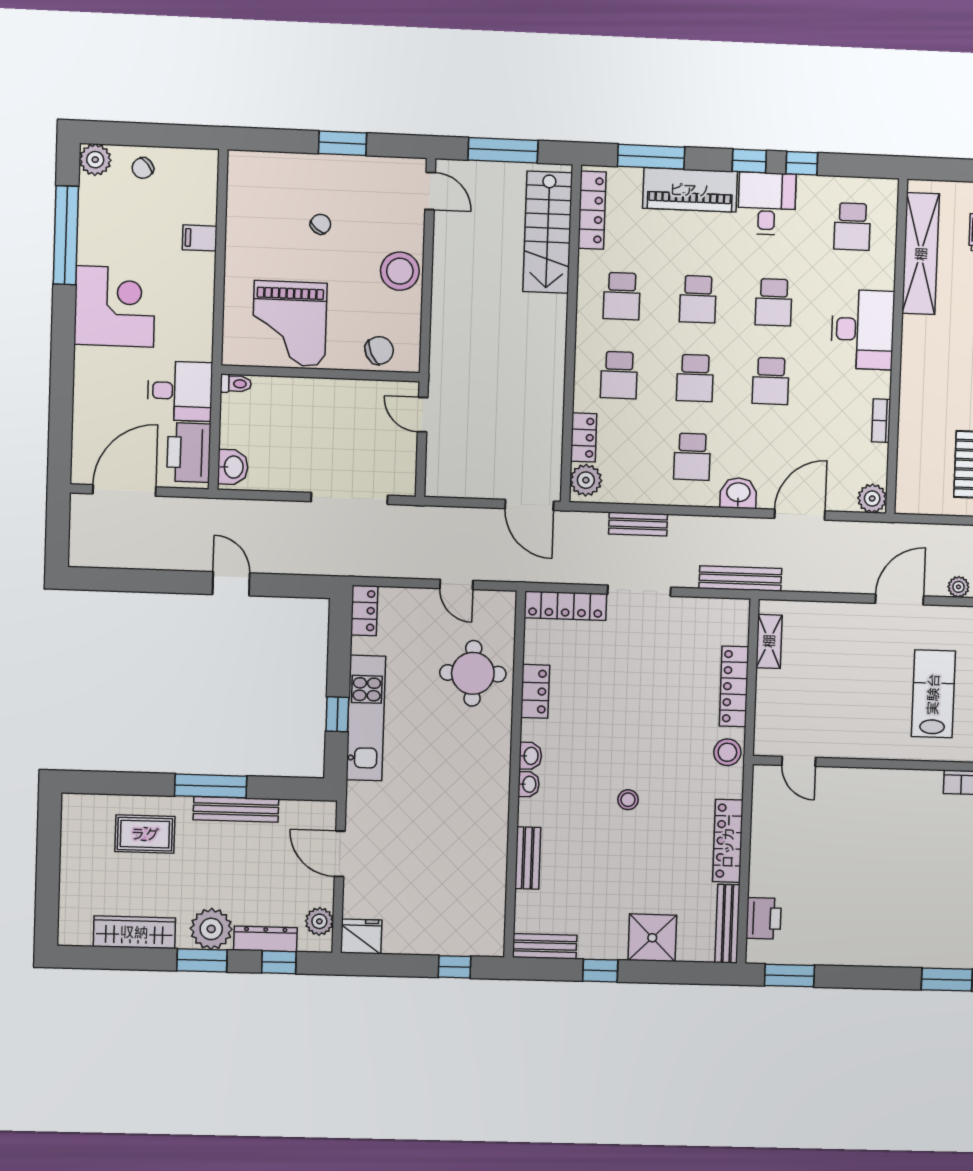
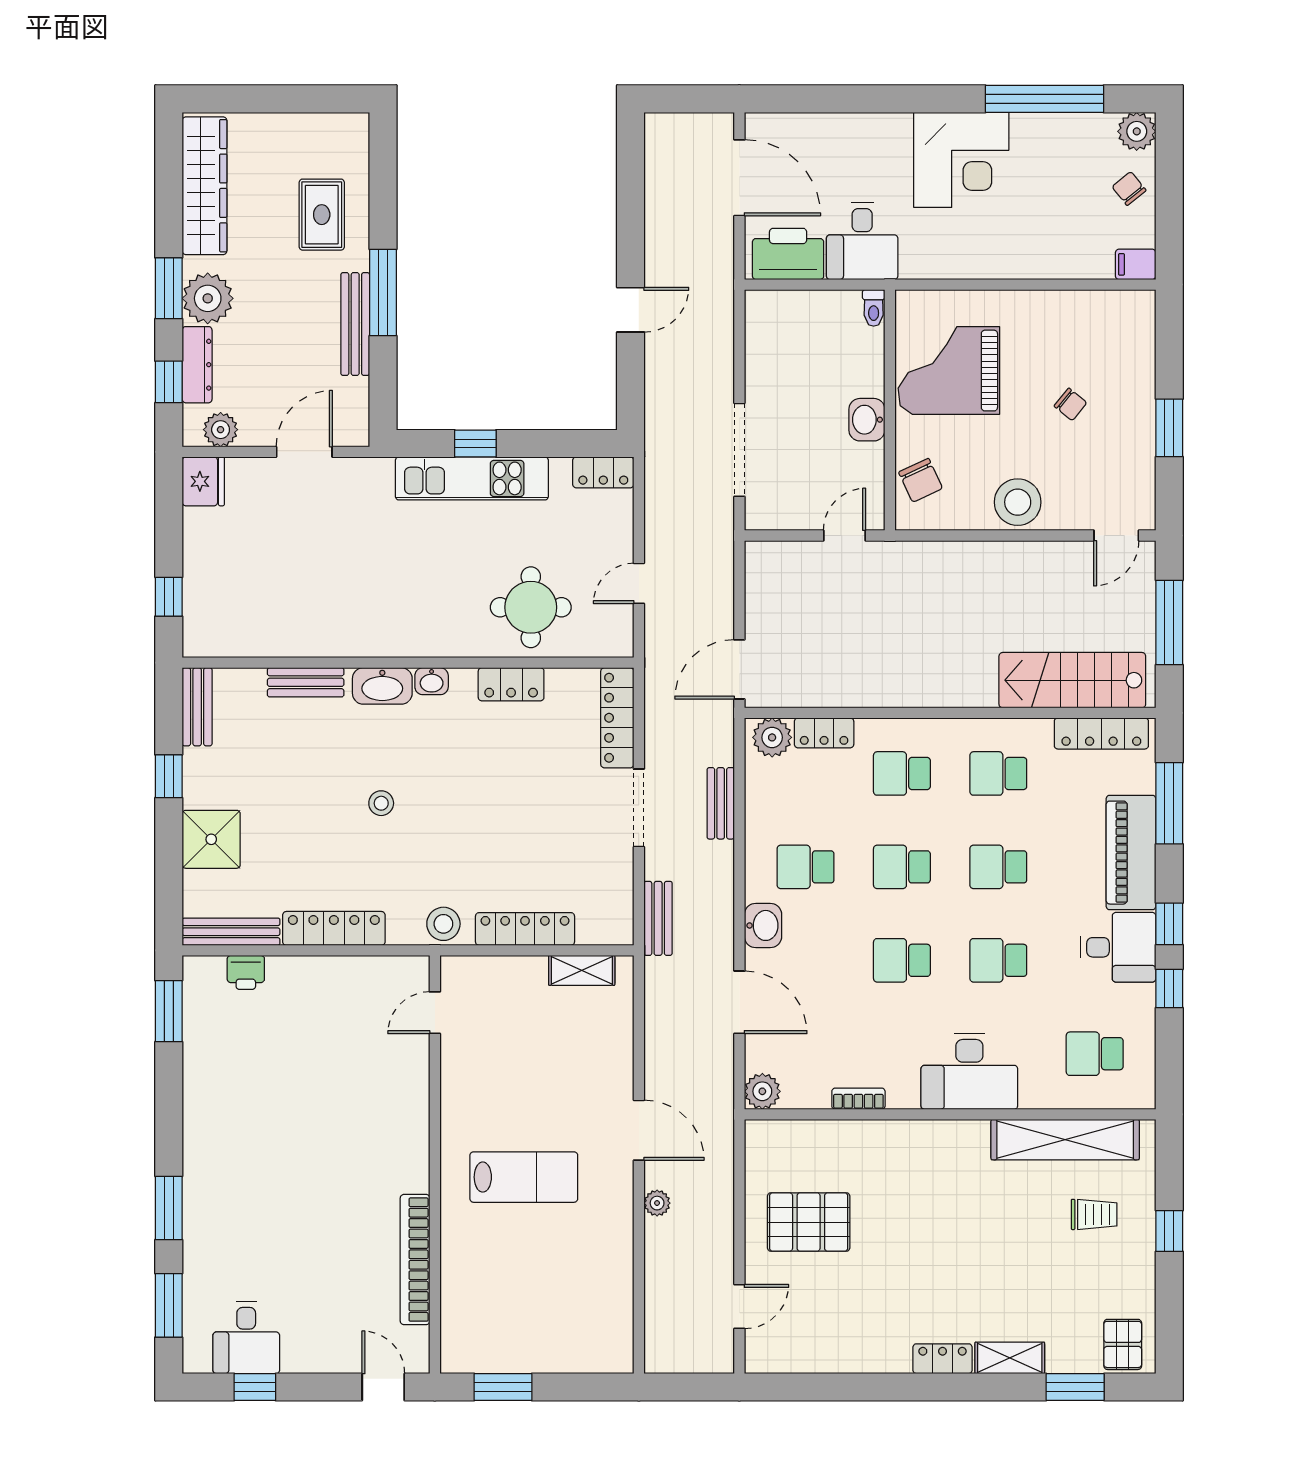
filing cabinet: (200, 238) -> (1136, 264), moved, turned -90
washbasin: (233, 467) -> (867, 420), moved, turned 90
bench: (740, 579) -> (658, 918), width x0.73
washbasin: (529, 784) -> (382, 686), width x1.91, depth x1.45
printer: (764, 918) -> (246, 972), width x0.73, depth x0.81
wardrobe: (134, 932) -> (204, 186), width x1.40, depth x1.17

